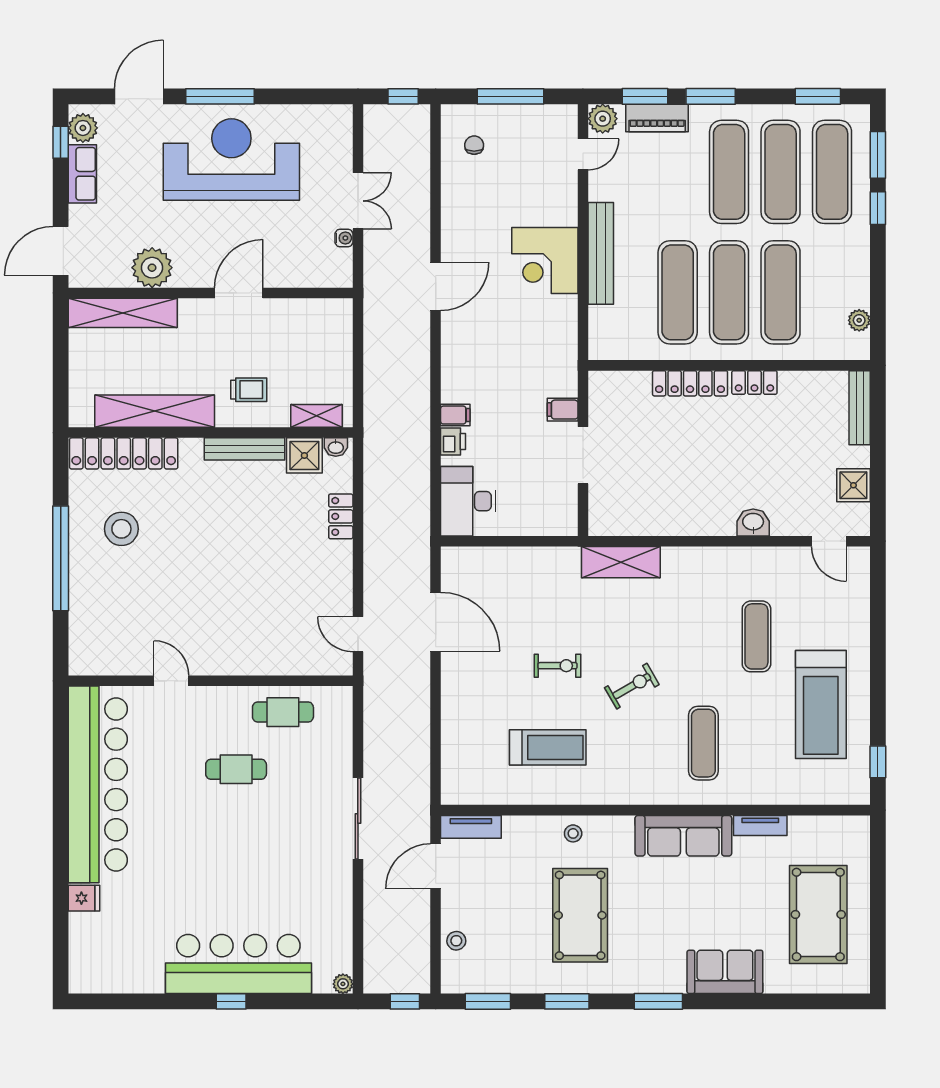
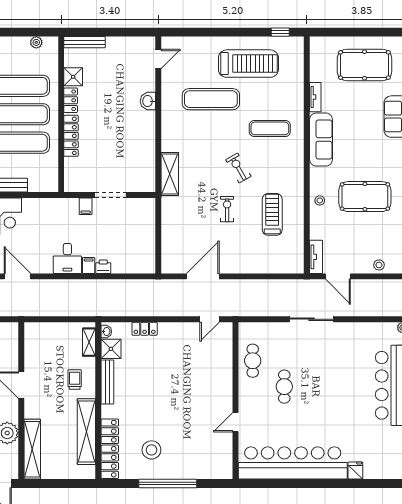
shower: (853, 485) -> (73, 77), moved
desk: (468, 501) -> (67, 258), moved, width x0.73
exercise mat: (756, 636) -> (211, 99), width x1.36, depth x1.45

